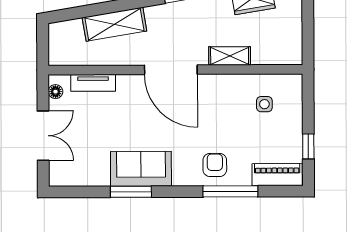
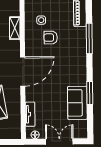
shelving: (230, 56) -> (15, 28), moved
armchair: (215, 165) -> (51, 38), moved
sofa: (141, 169) -> (77, 103), moved

